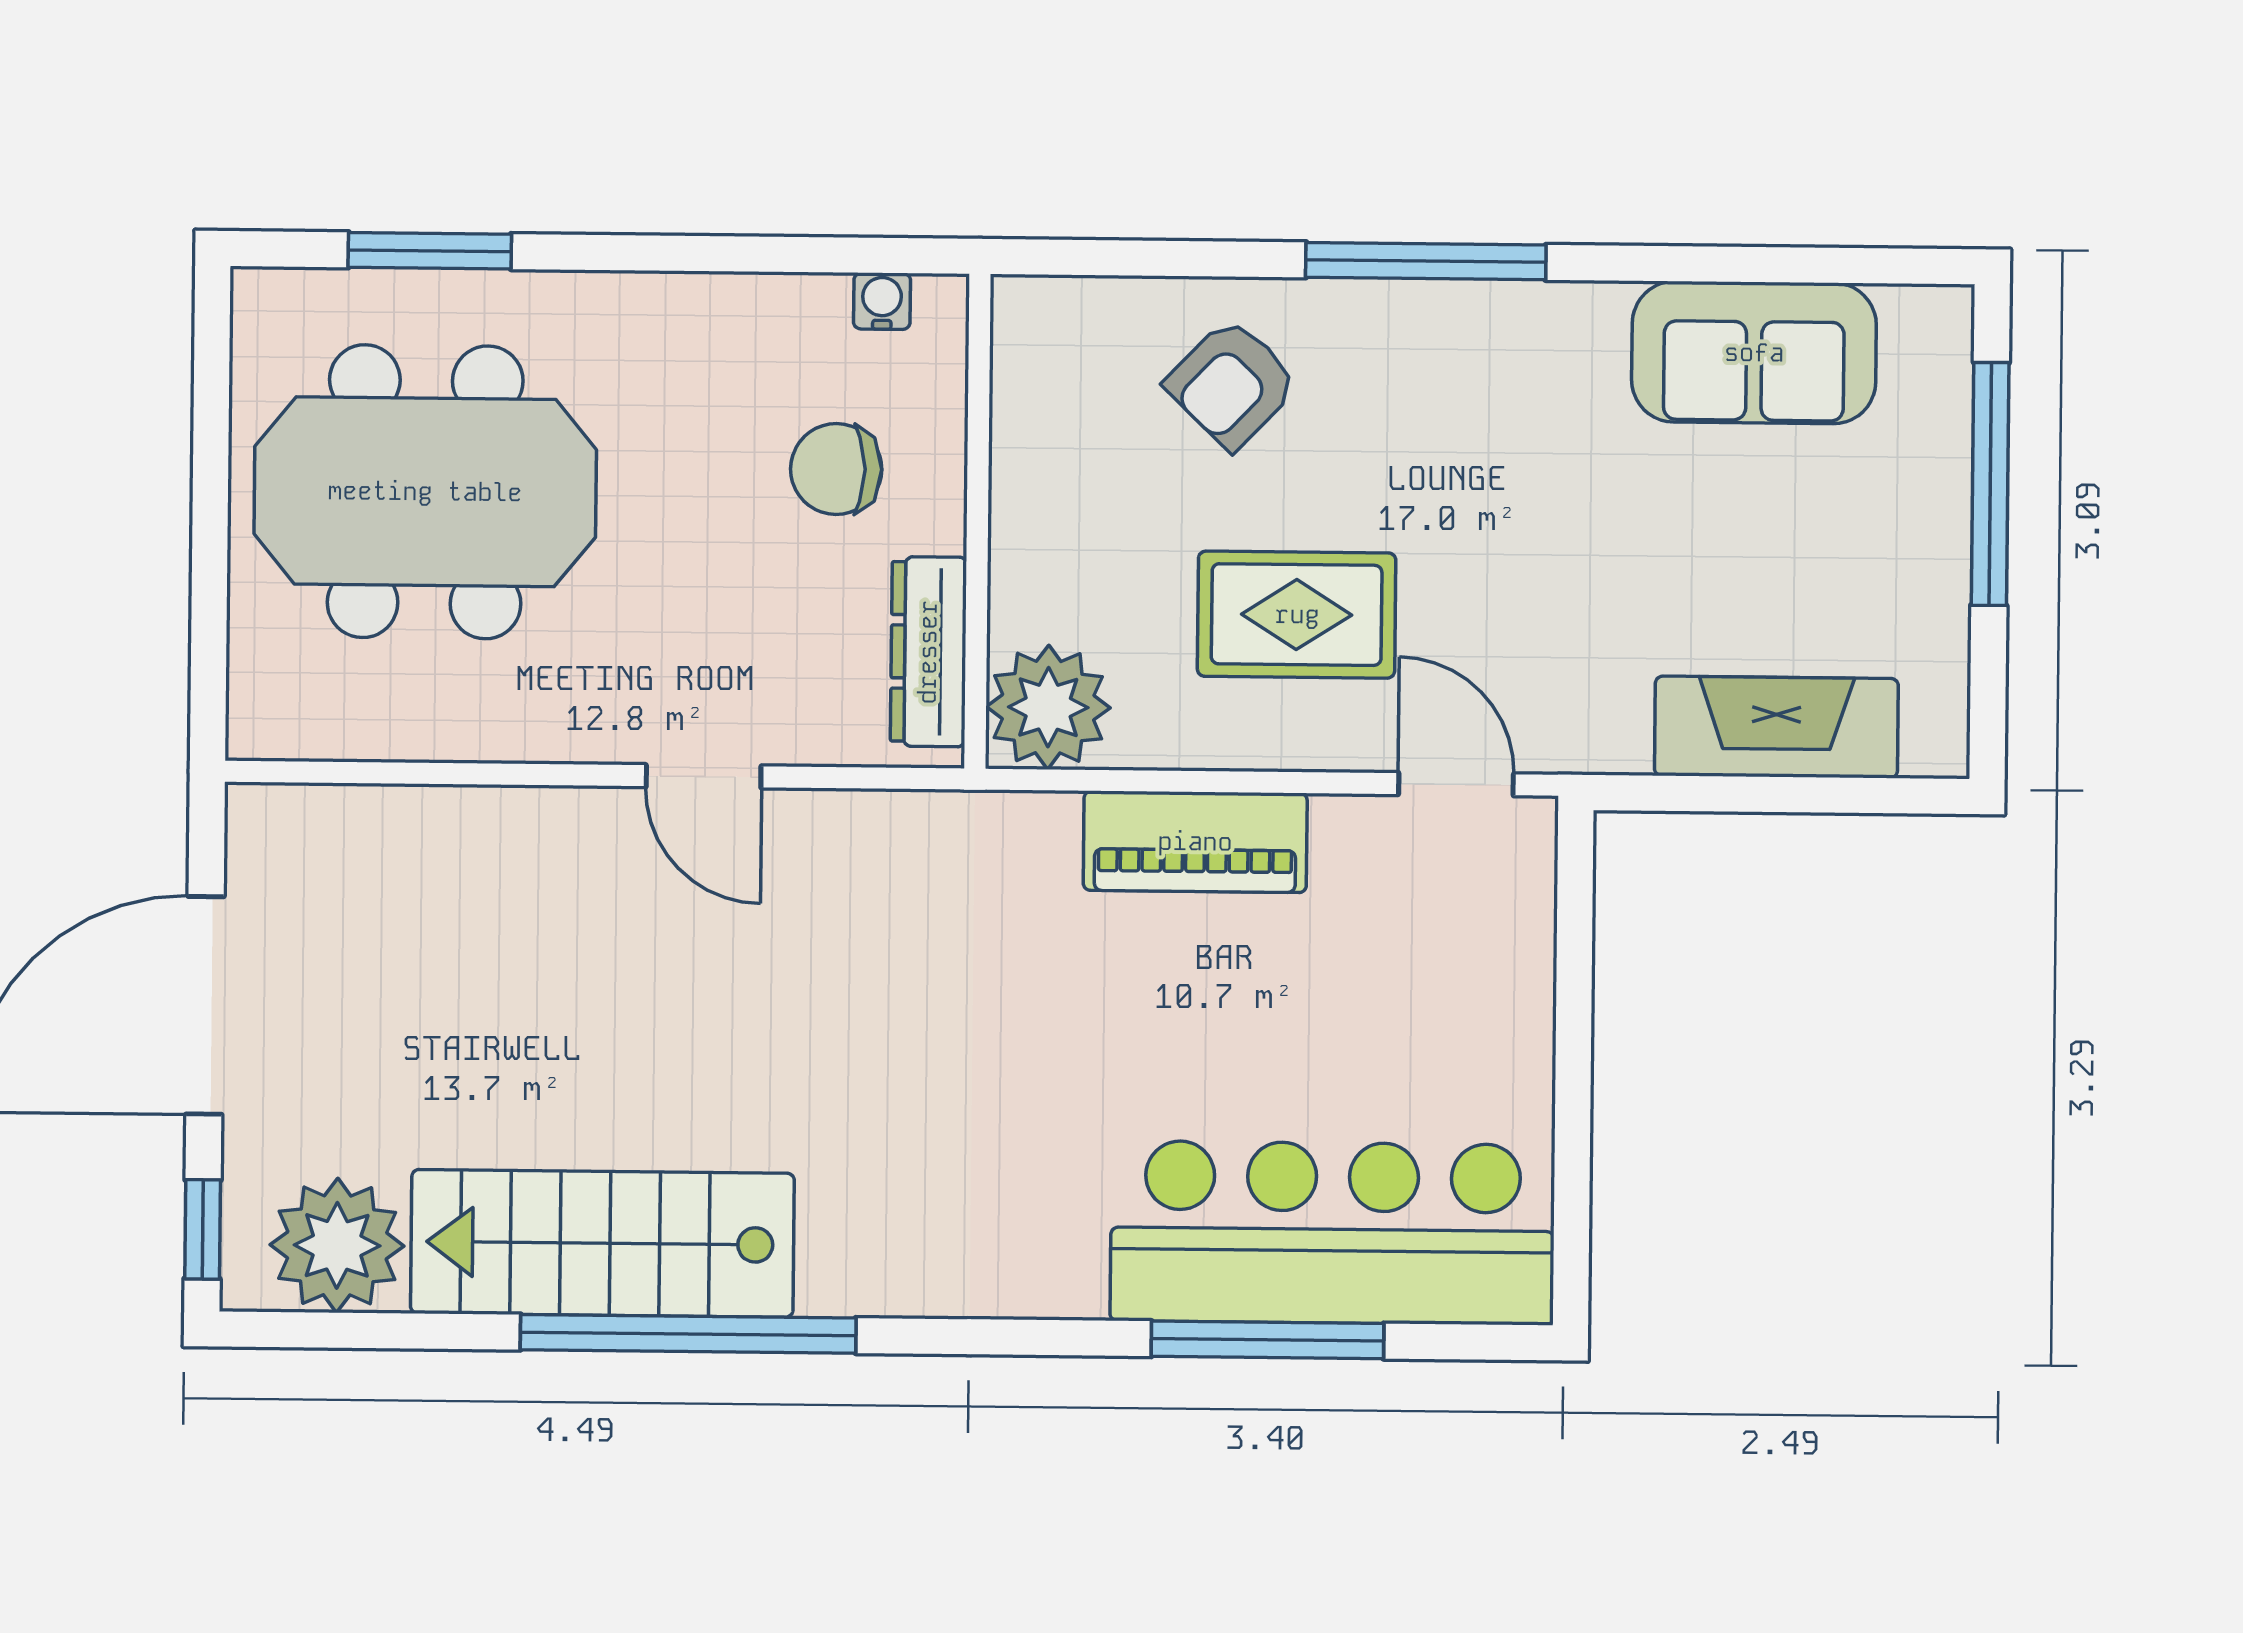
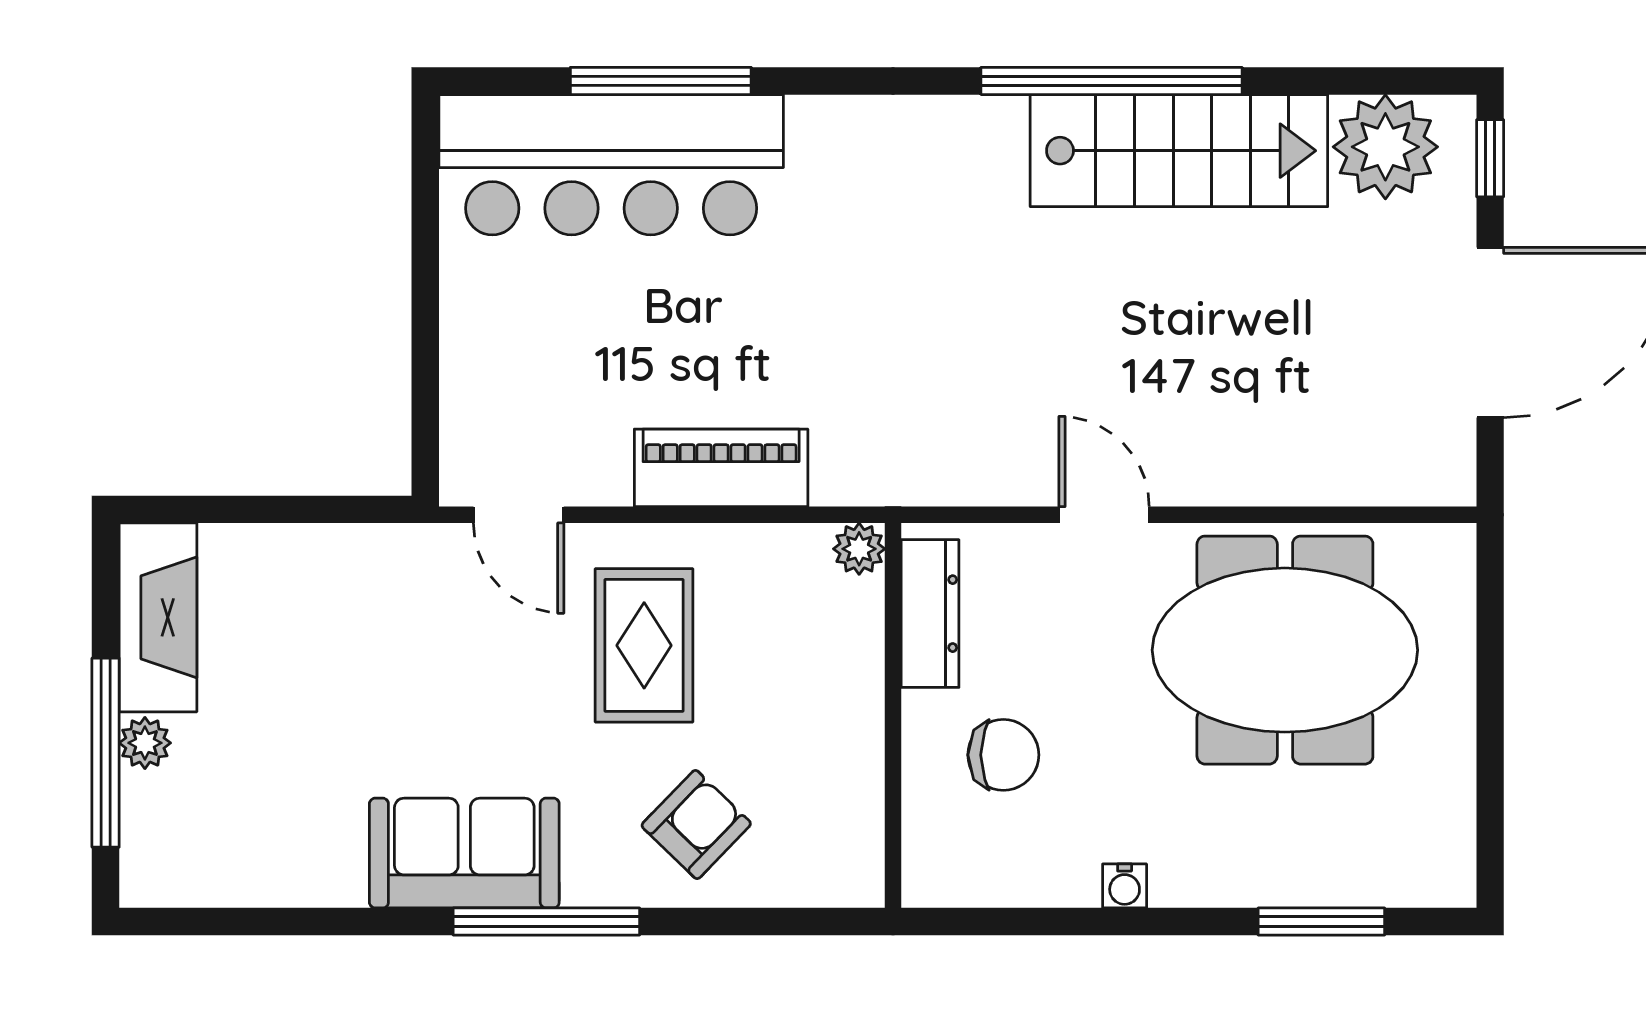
water cooler: (882, 301) -> (1125, 886), moved
sofa: (1754, 353) -> (464, 853), moved
meeting table: (425, 492) -> (1285, 650), moved
plant: (1939, 496) -> (145, 743), added
rug: (1297, 615) -> (644, 645), turned 90
plant: (1048, 707) -> (859, 549), width x0.53, depth x0.53
fireplace: (1776, 727) -> (158, 617), moved, turned -90

